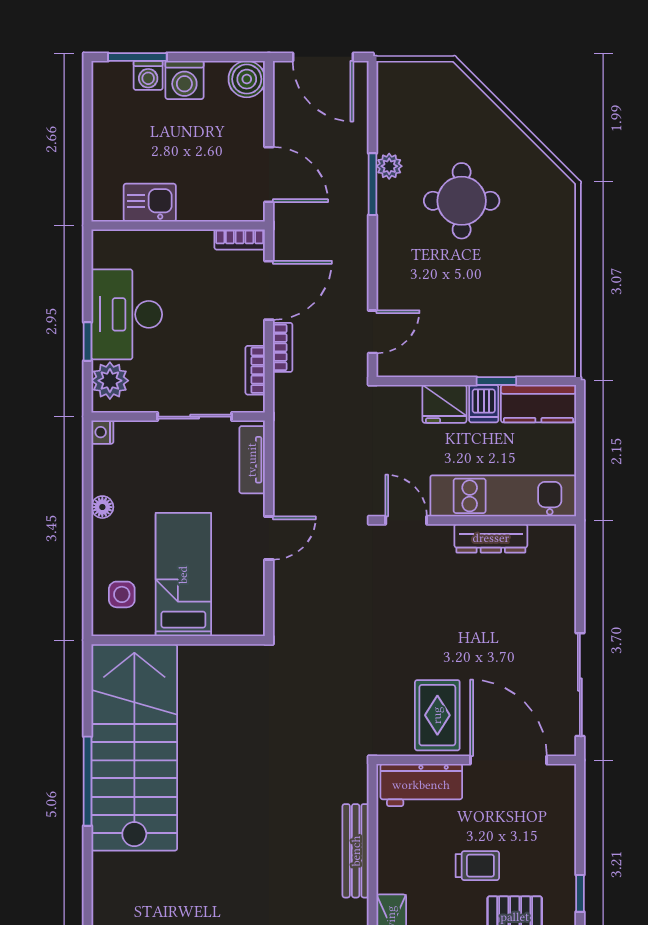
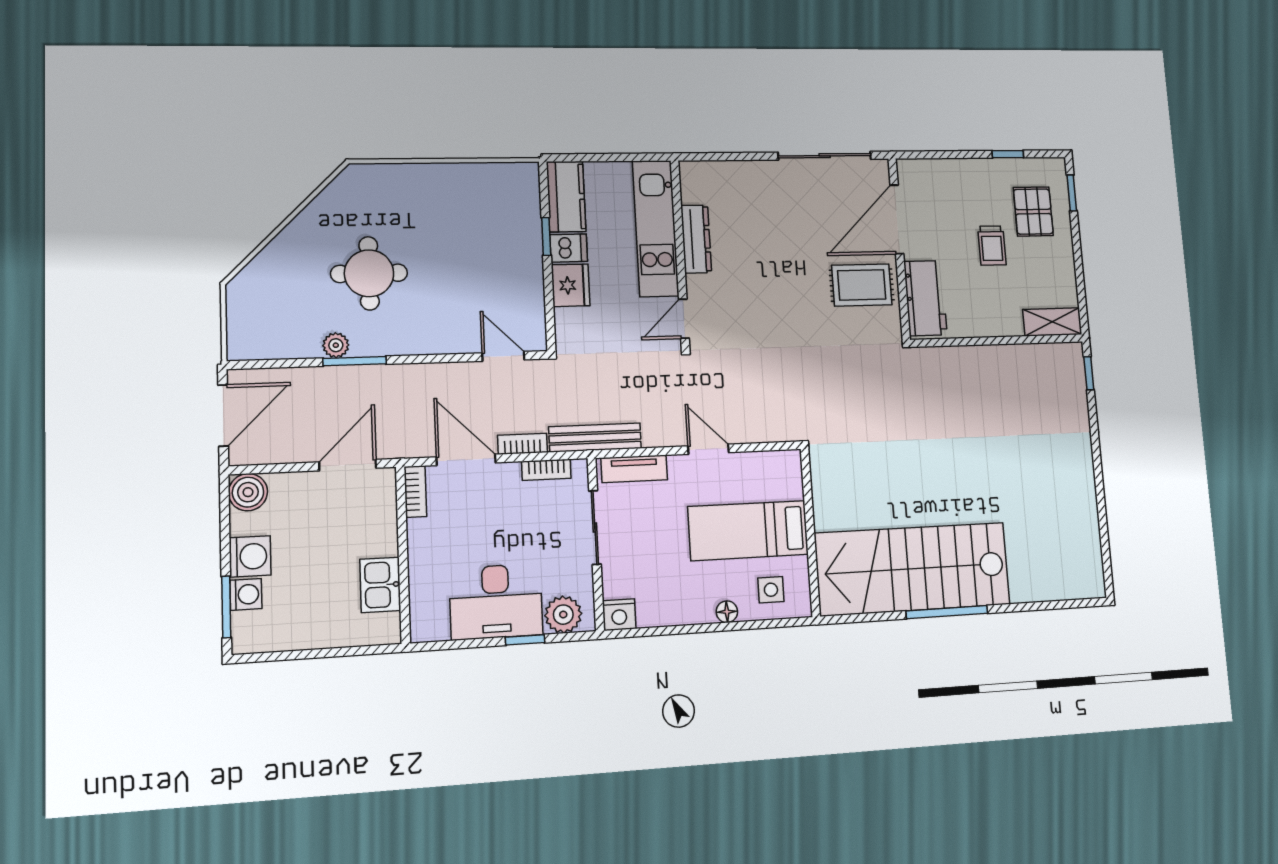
nightstand: (102, 432) -> (619, 615), width x1.39, depth x1.35
floor lamp: (102, 507) -> (727, 612), moved
bench: (356, 851) -> (595, 438), moved
trolley: (477, 866) -> (992, 246), turned 180

